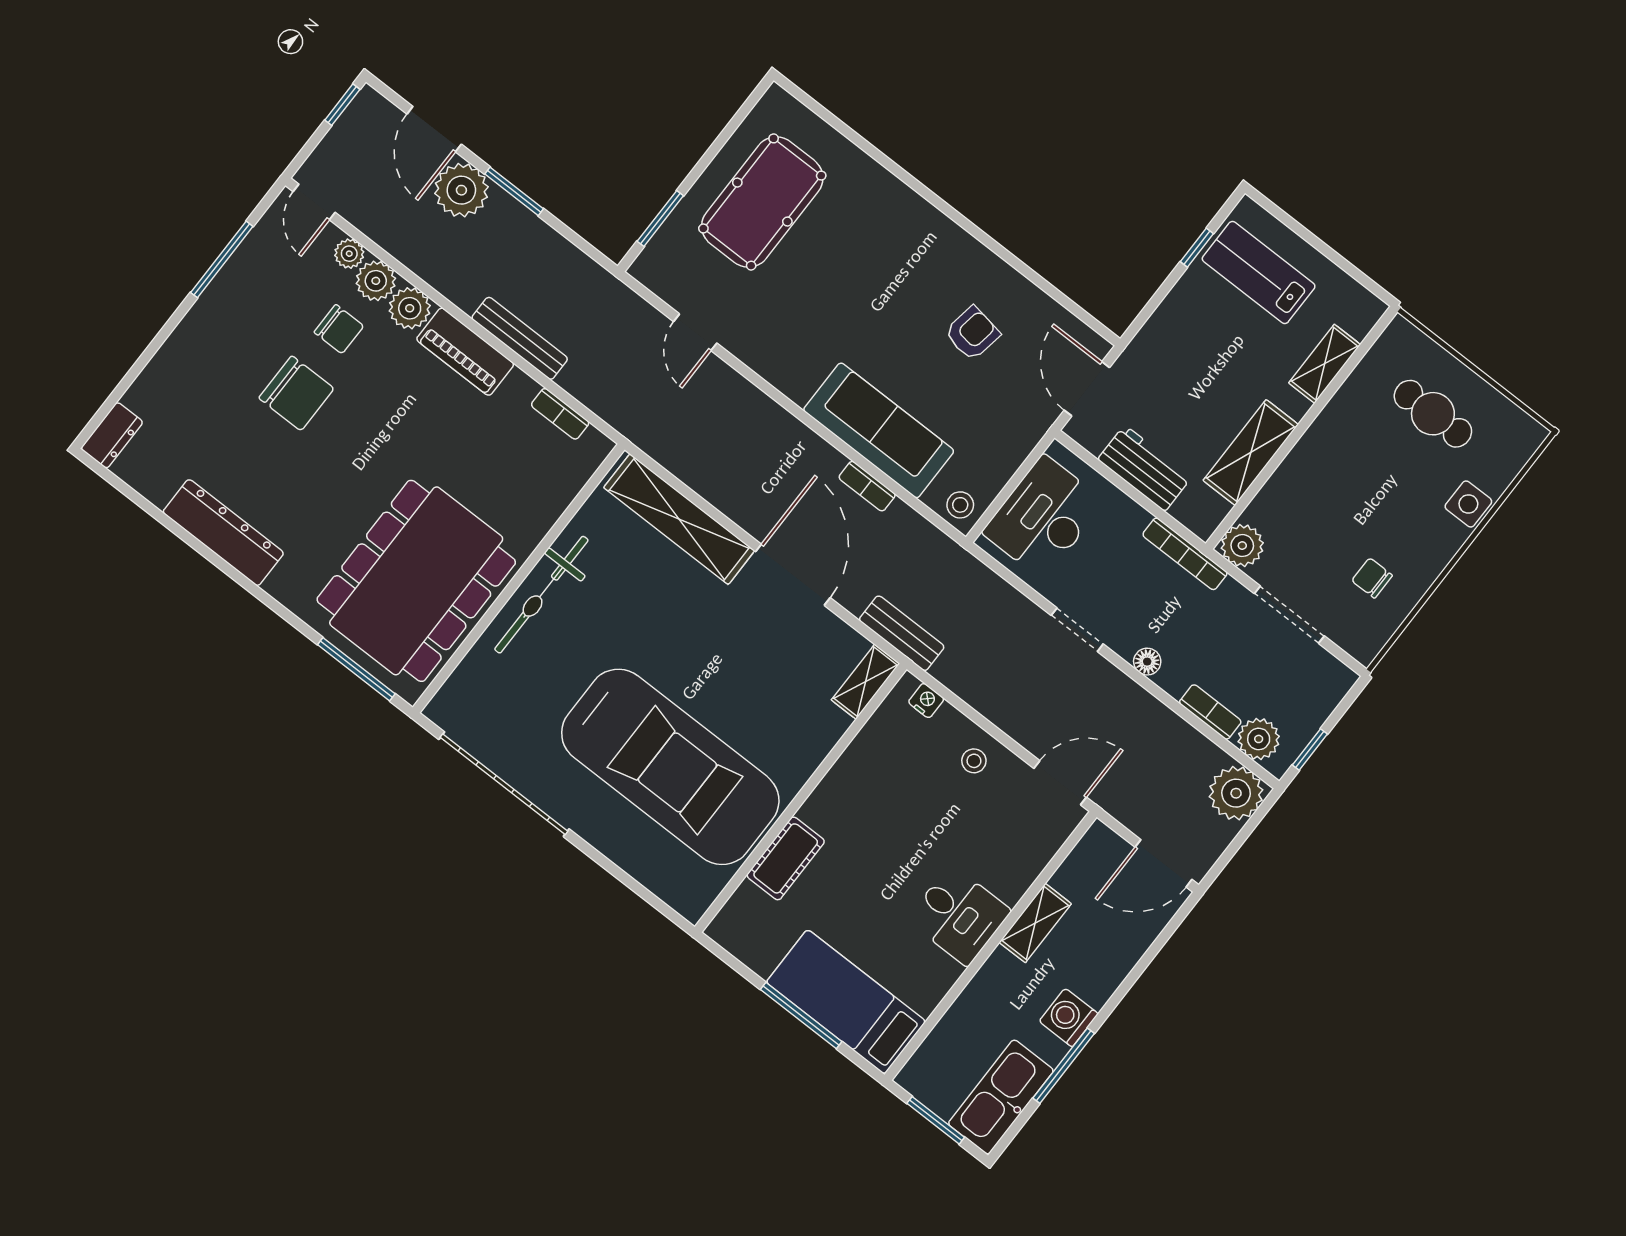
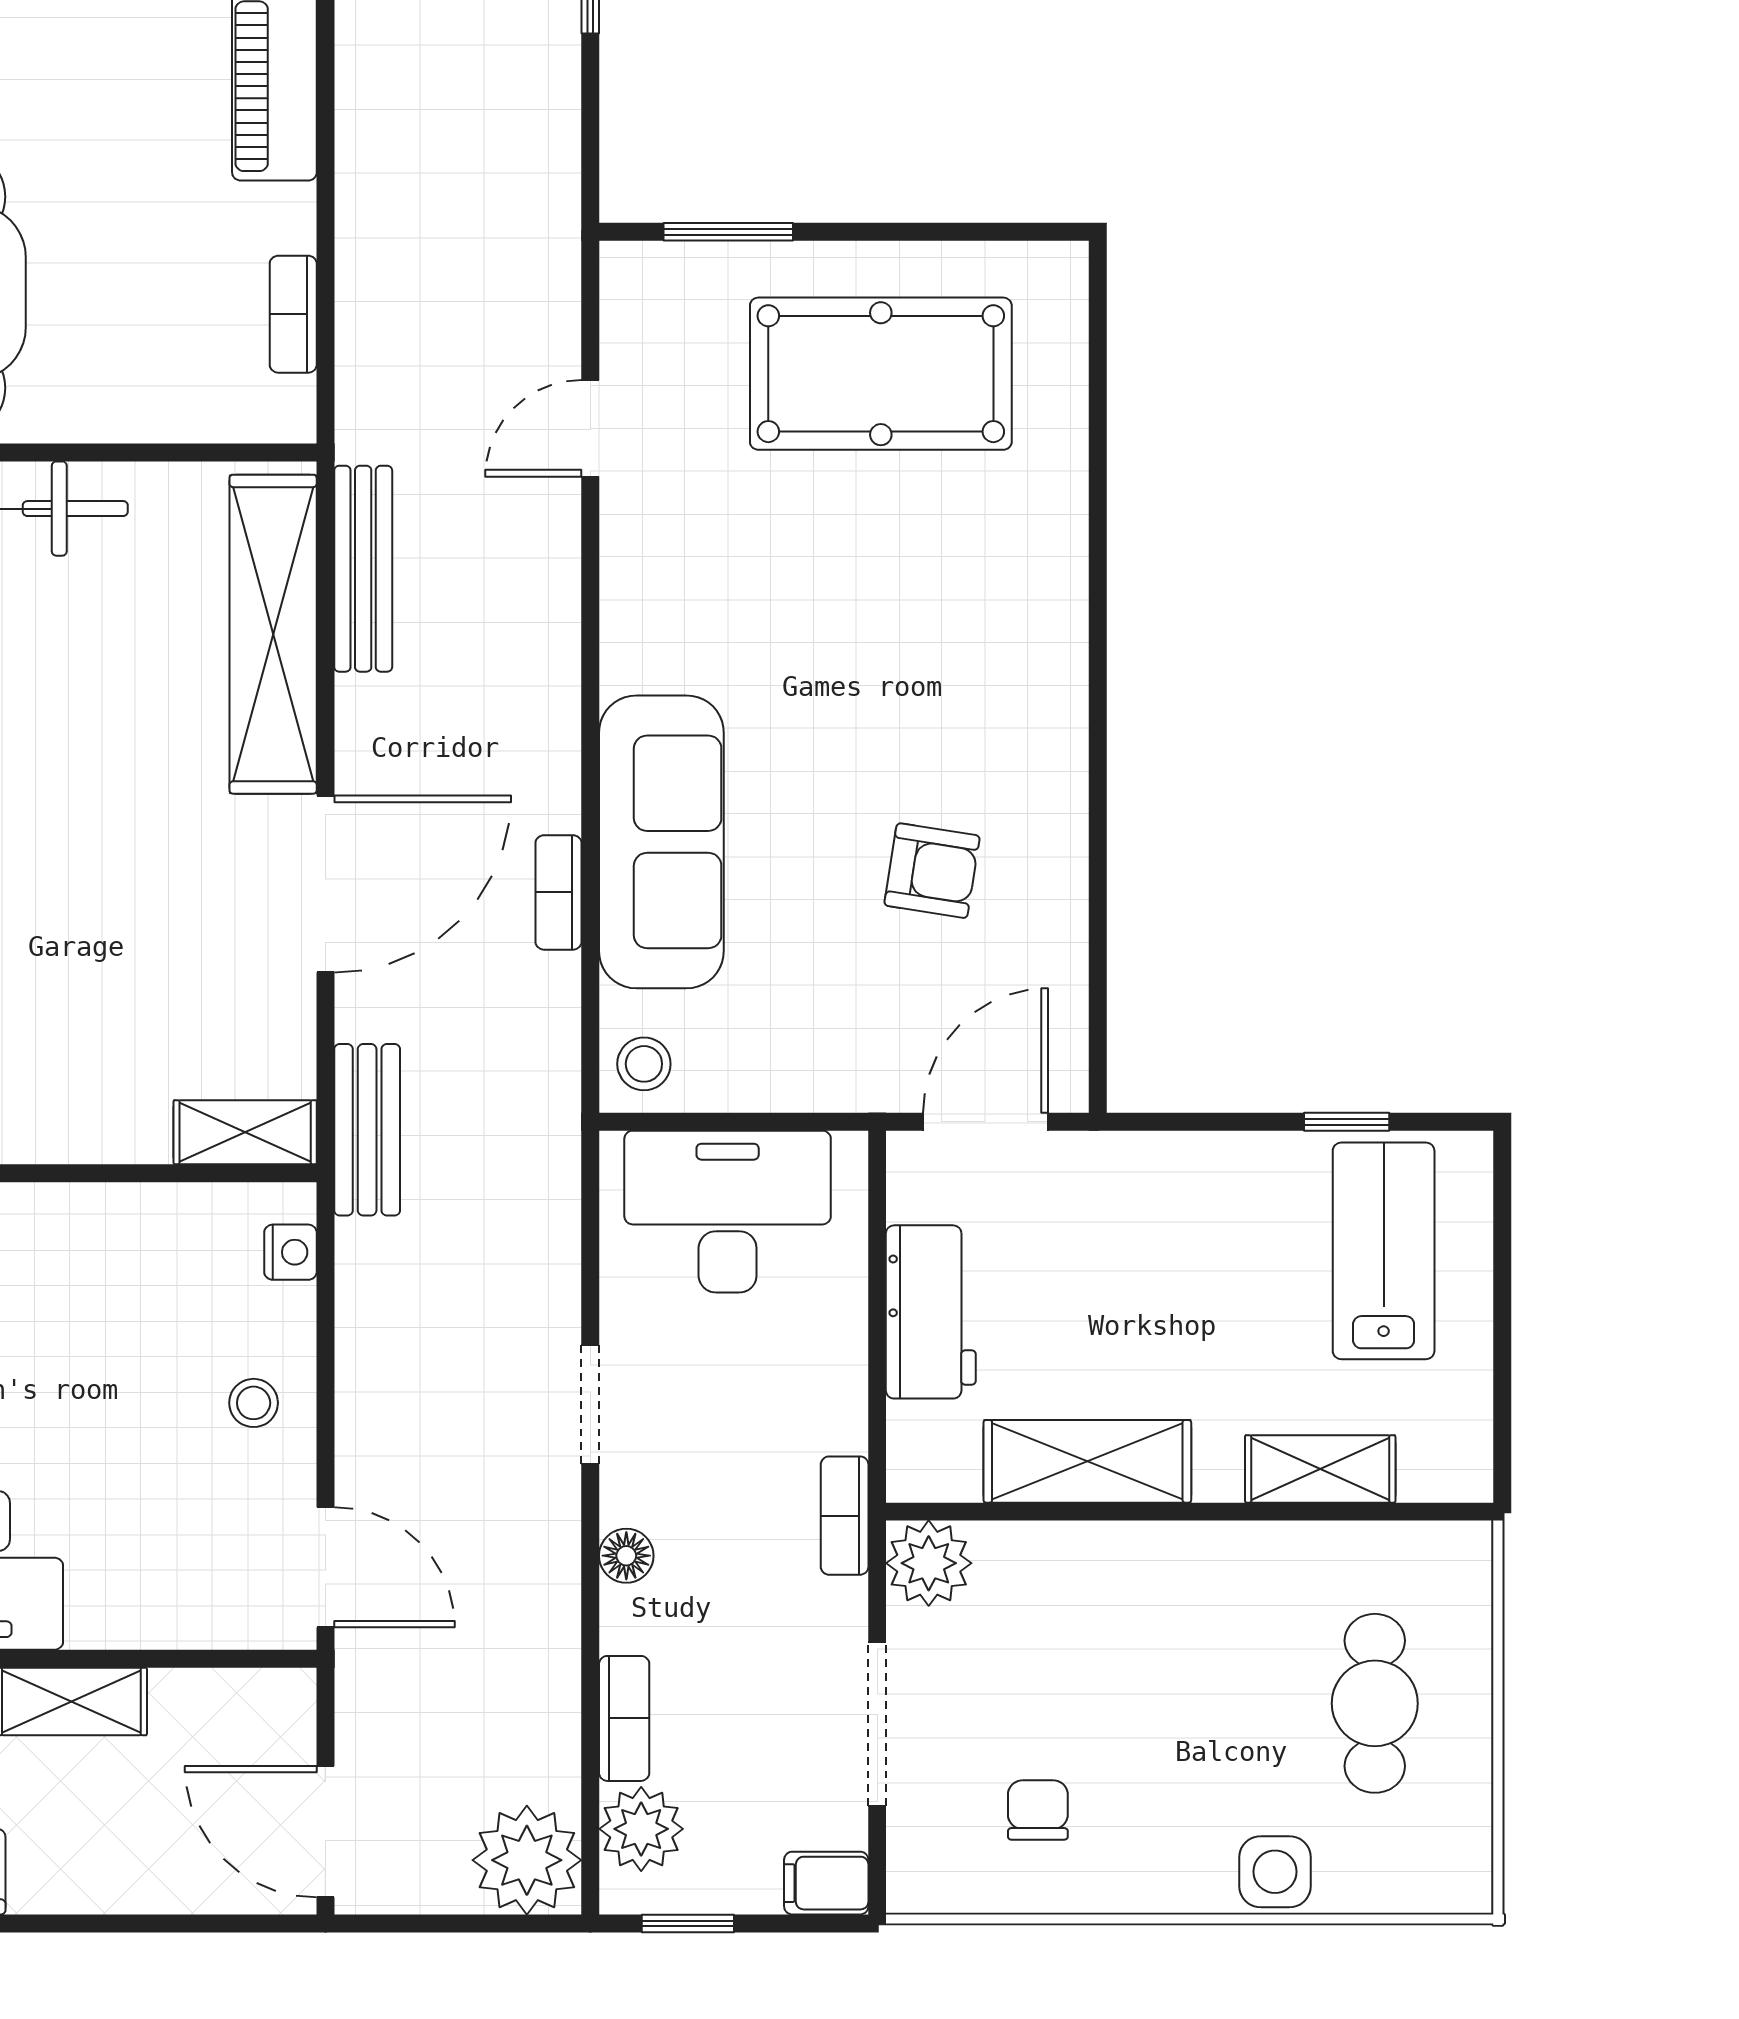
bench: (520, 338) -> (363, 569), moved
bookcase: (1185, 554) -> (845, 1516), width x0.64
filing cabinet: (1336, 683) -> (826, 1883), added

